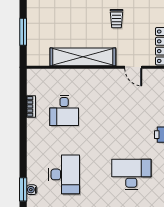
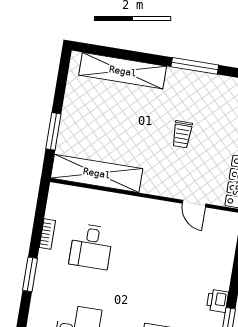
shelving: (83, 57) -> (97, 173), moved
window: (23, 138) -> (30, 274), added

